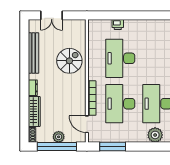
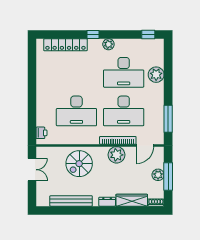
double door: (52, 15) -> (32, 170), moved
printer: (118, 25) -> (41, 133), moved
spiral stairs: (69, 61) -> (79, 164), turned -90
plant: (78, 97) -> (117, 155), added
window: (57, 147) -> (168, 177), width x0.68

